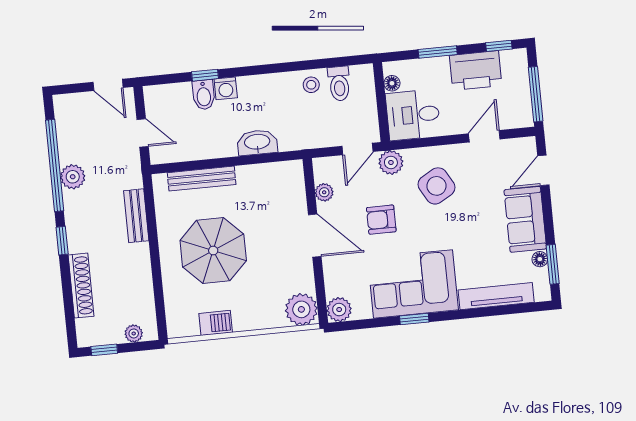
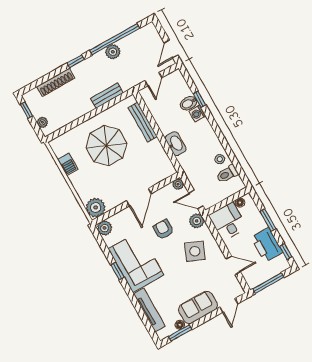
door: (543, 170) -> (229, 305), swing flipped
side table: (437, 186) -> (195, 251), turned -37
plant: (324, 192) -> (178, 184), moved

